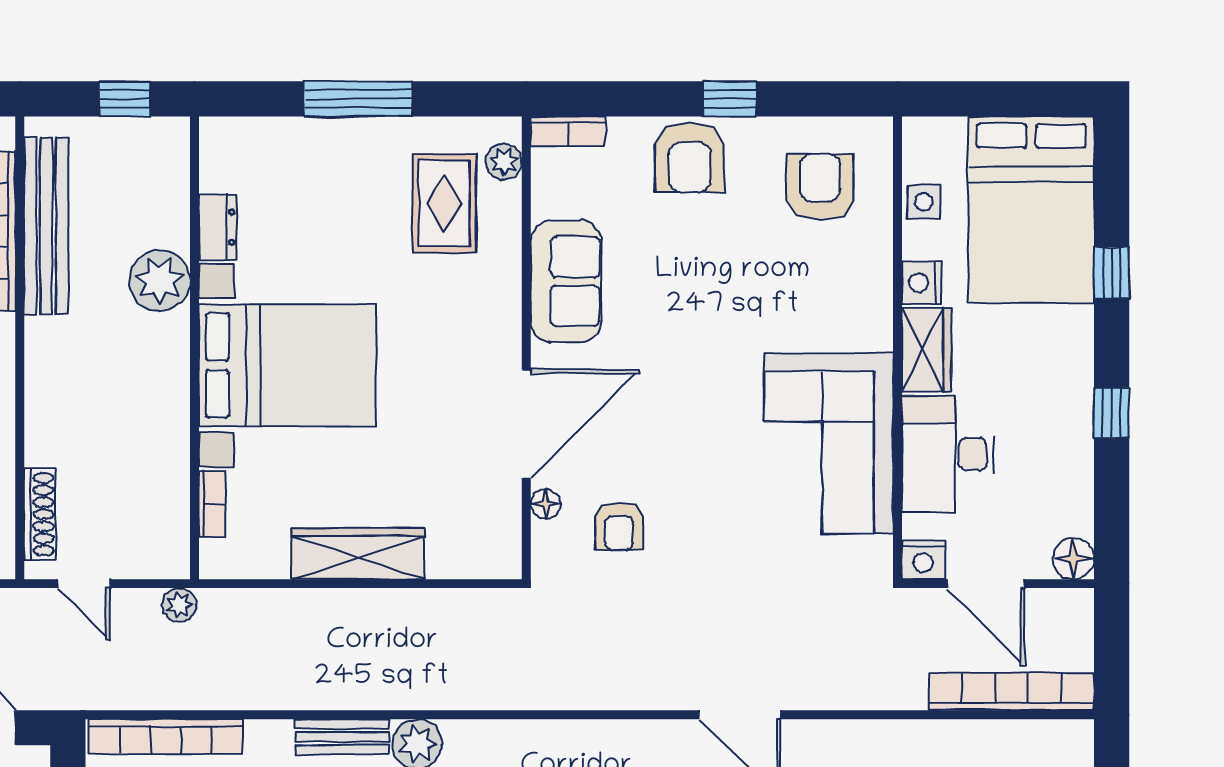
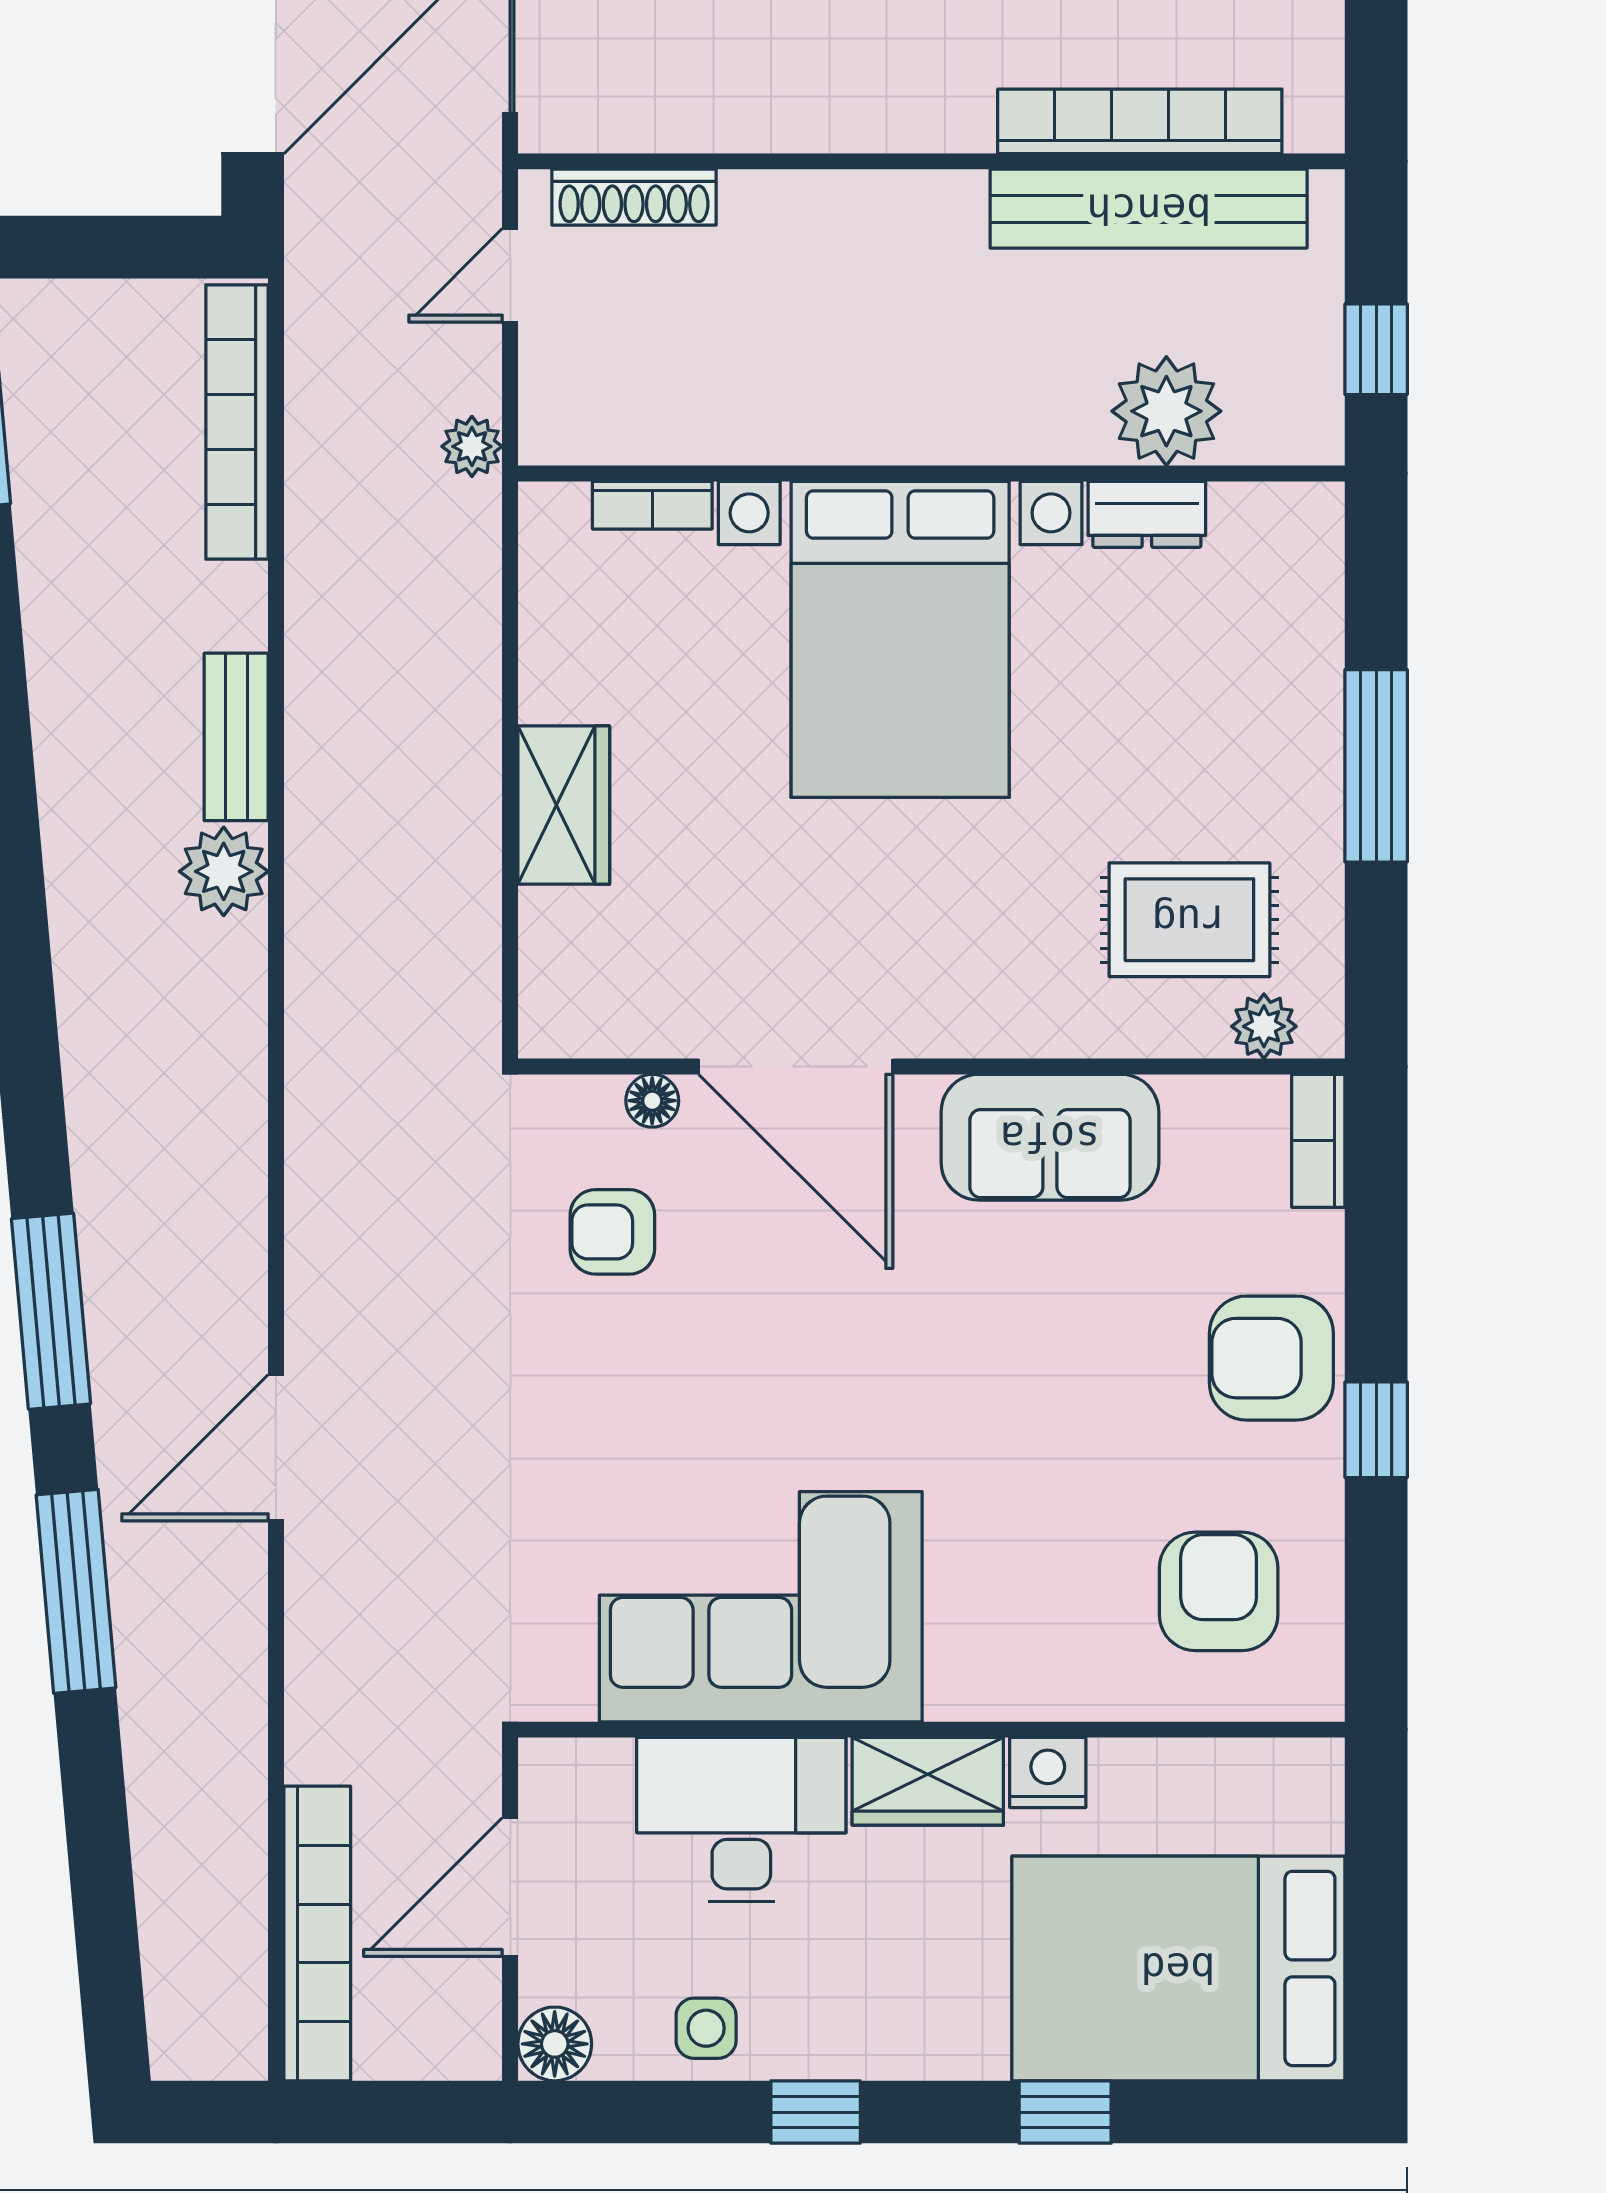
armchair: (820, 187) -> (1219, 1591), turned -90
side table: (924, 202) -> (706, 2028), moved
plant: (160, 281) -> (1166, 411), moved
wardrobe: (358, 554) -> (564, 805), width x0.67
nightstand: (923, 560) -> (553, 1776), removed

